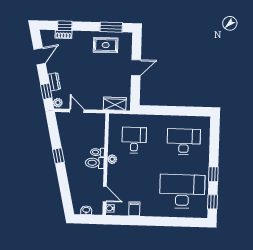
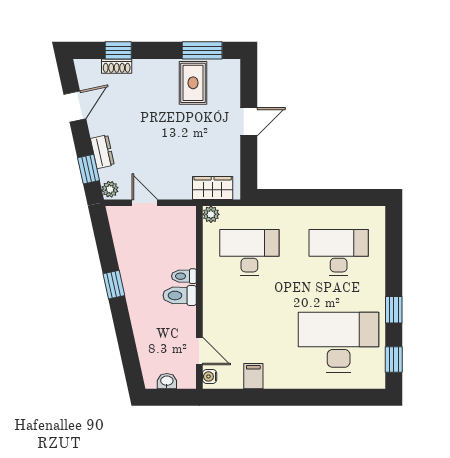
rug: (106, 45) -> (193, 83), turned 90
desk: (134, 140) -> (249, 253), width x1.37
plant: (112, 159) -> (211, 214), moved

